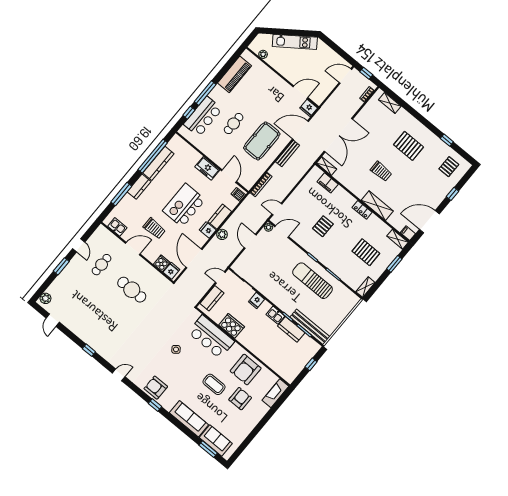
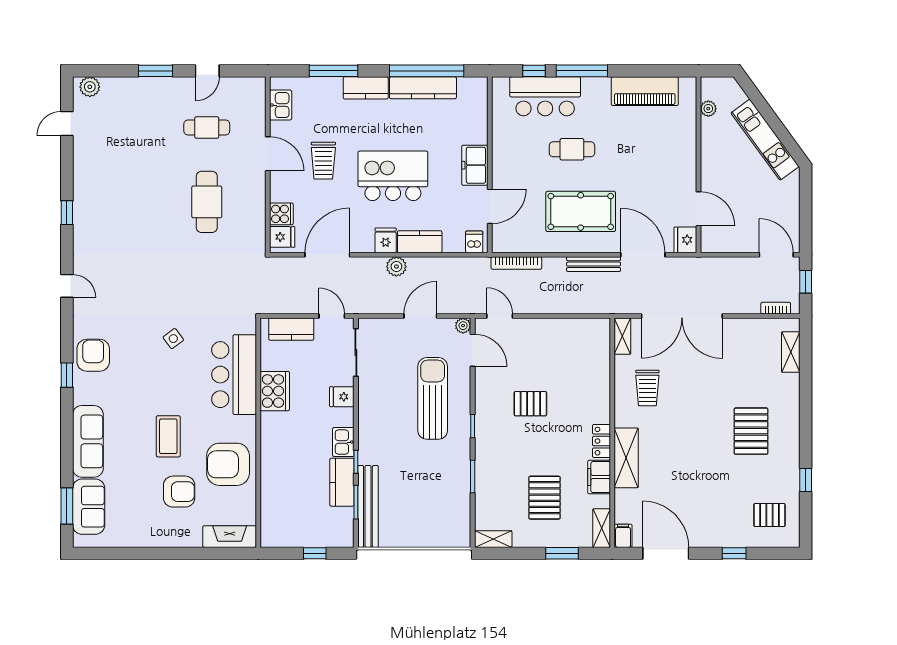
trolley: (381, 171) -> (647, 388), moved
filing cabinet: (328, 183) -> (599, 477), moved
sun lounger: (313, 281) -> (433, 398), moved

